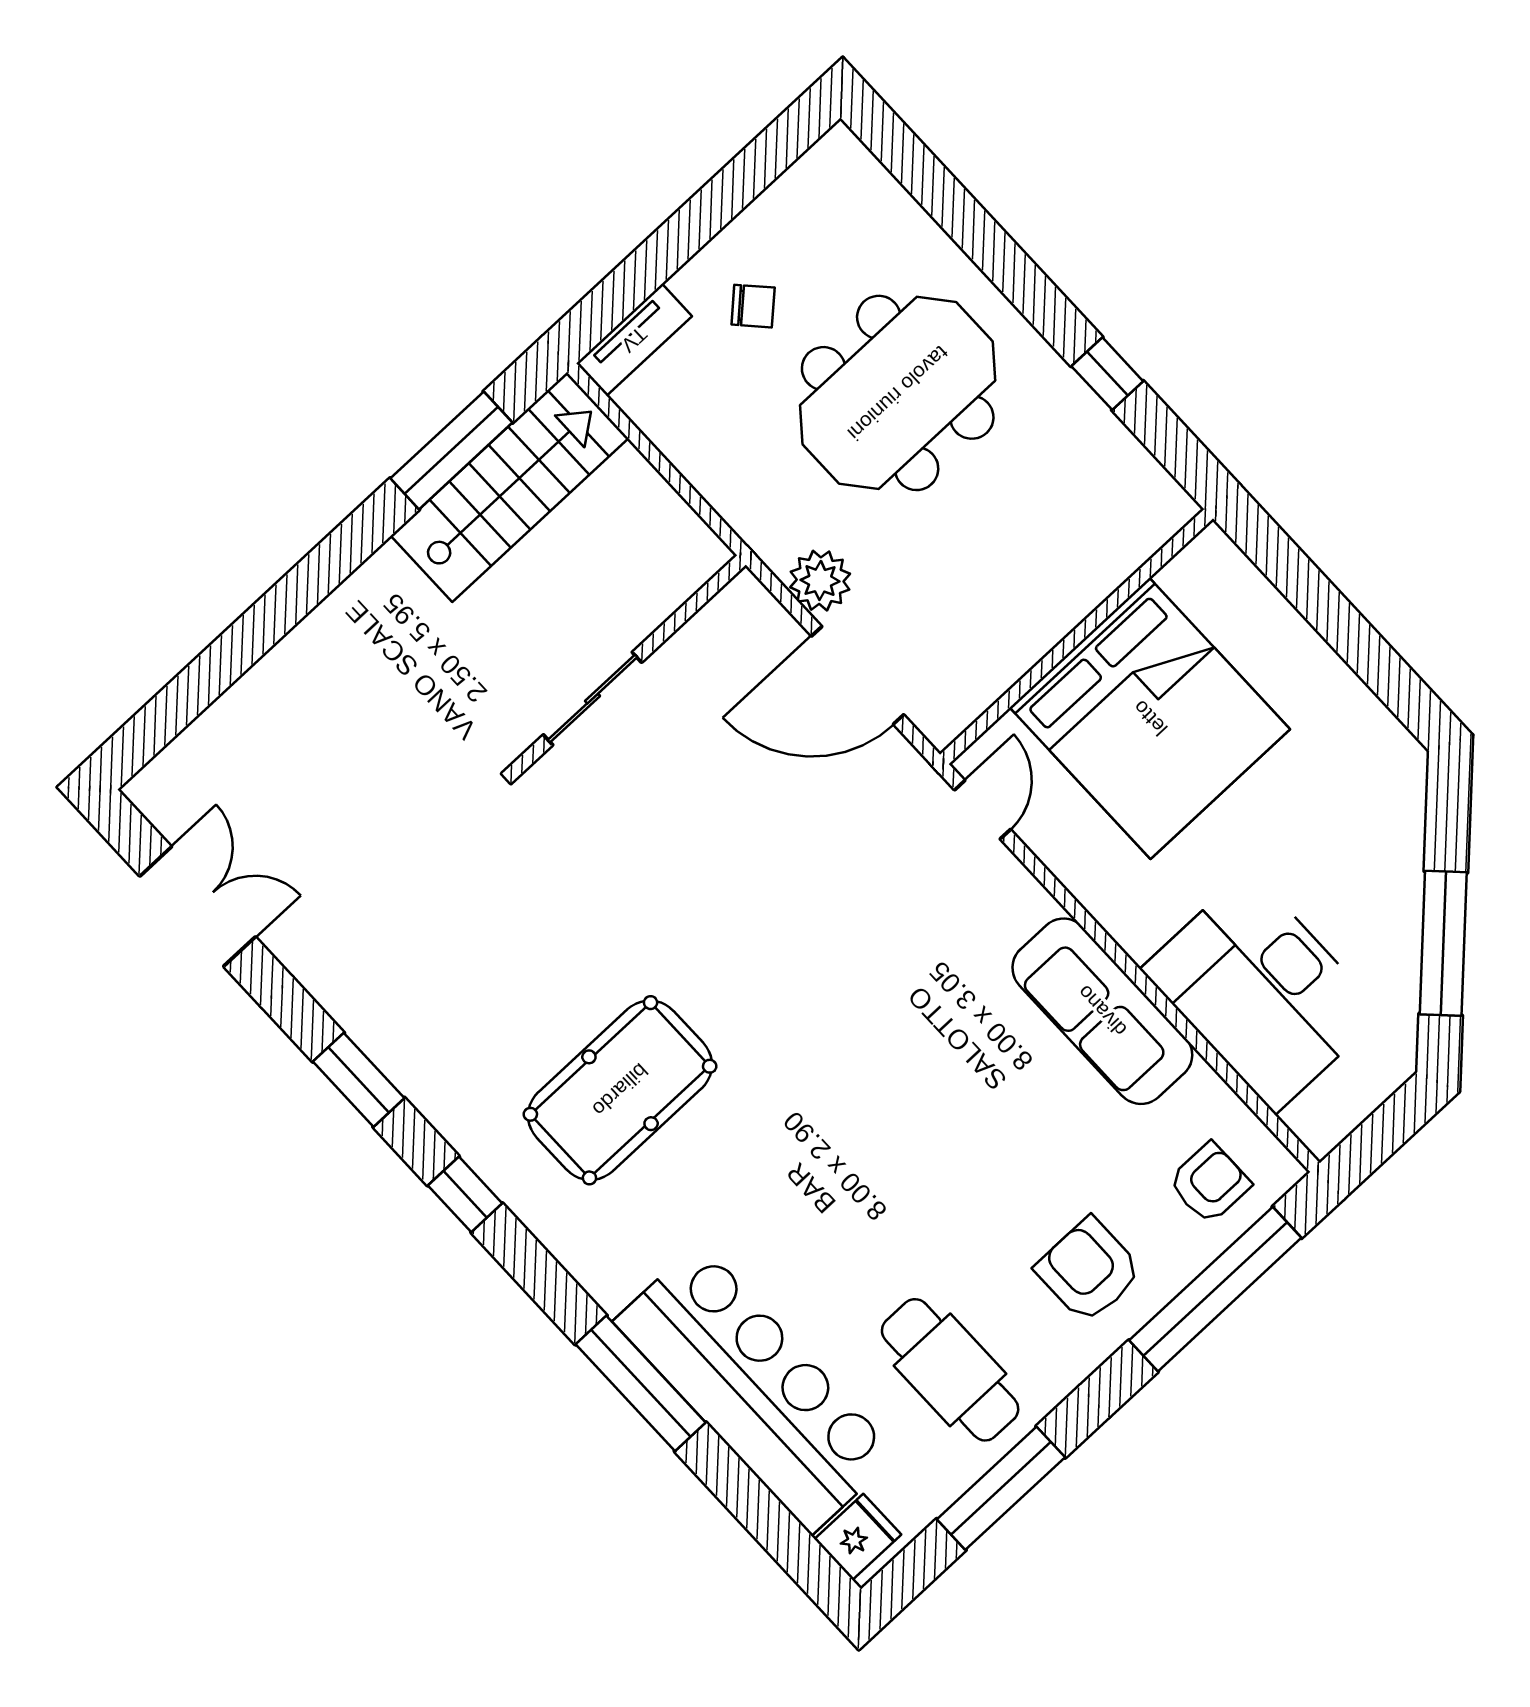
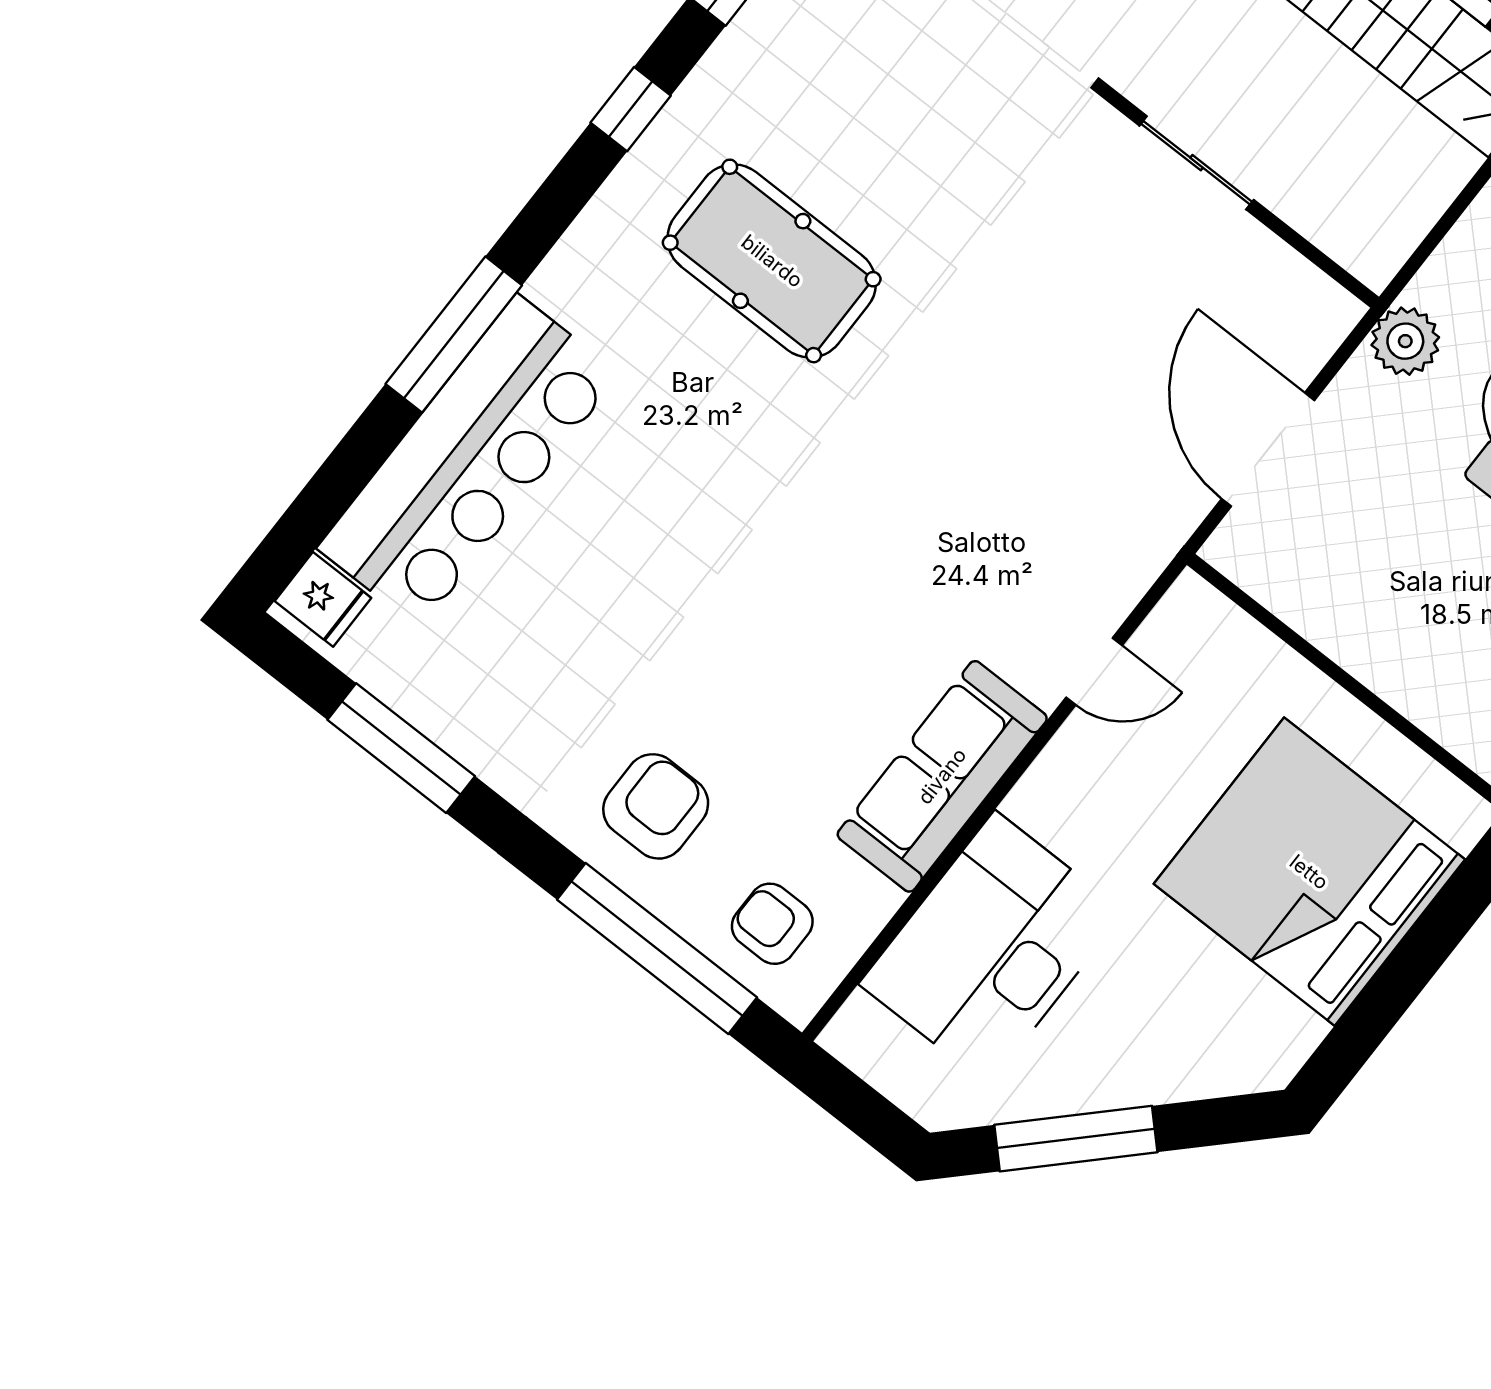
plant: (820, 581) -> (1405, 341), moved
bed: (1150, 718) -> (1309, 872), moved, turned 90
door: (982, 810) -> (1094, 671), moved
armchair: (1210, 1183) -> (772, 924), turned 180
cafe table: (950, 1370) -> (522, 672), removed

